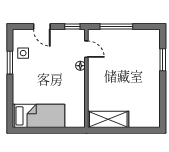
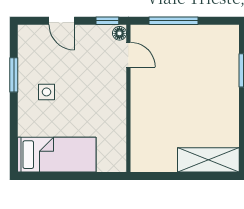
side table: (23, 53) -> (46, 92), moved
floor lamp: (80, 66) -> (119, 33), moved
shelving: (108, 119) -> (208, 160), moved

